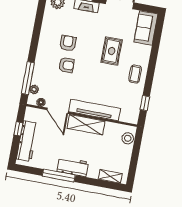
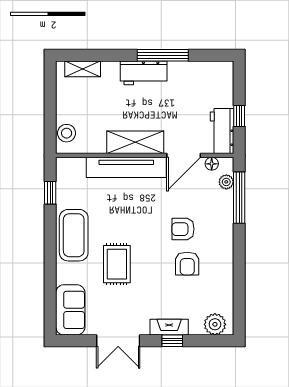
coffee table: (135, 74) -> (74, 235), width x1.86, depth x1.72
door: (57, 111) -> (184, 155), swing flipped
workbench: (27, 141) -> (222, 131), moved, width x0.73

